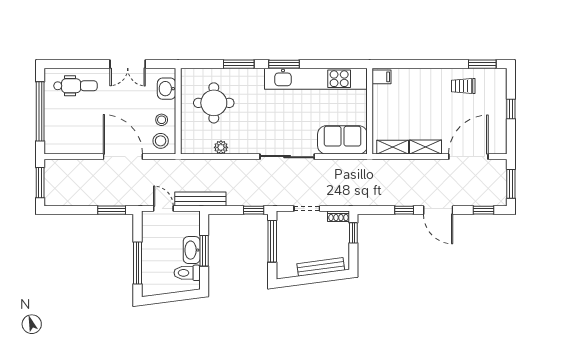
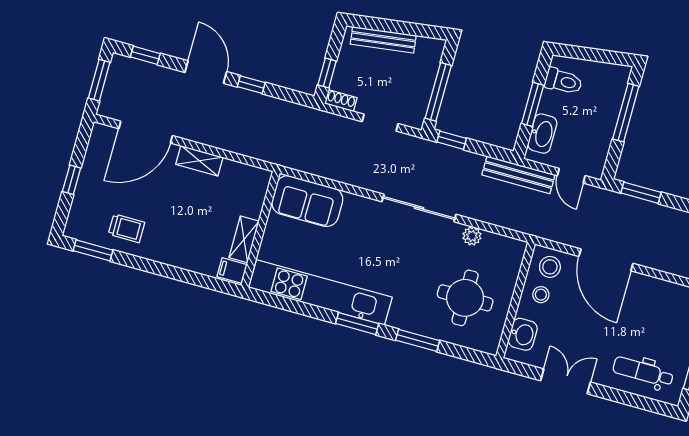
shelving: (393, 147) -> (244, 239), moved, turned 90
sliding door: (287, 157) -> (419, 208), moved
washbasin: (192, 250) -> (542, 134), moved

